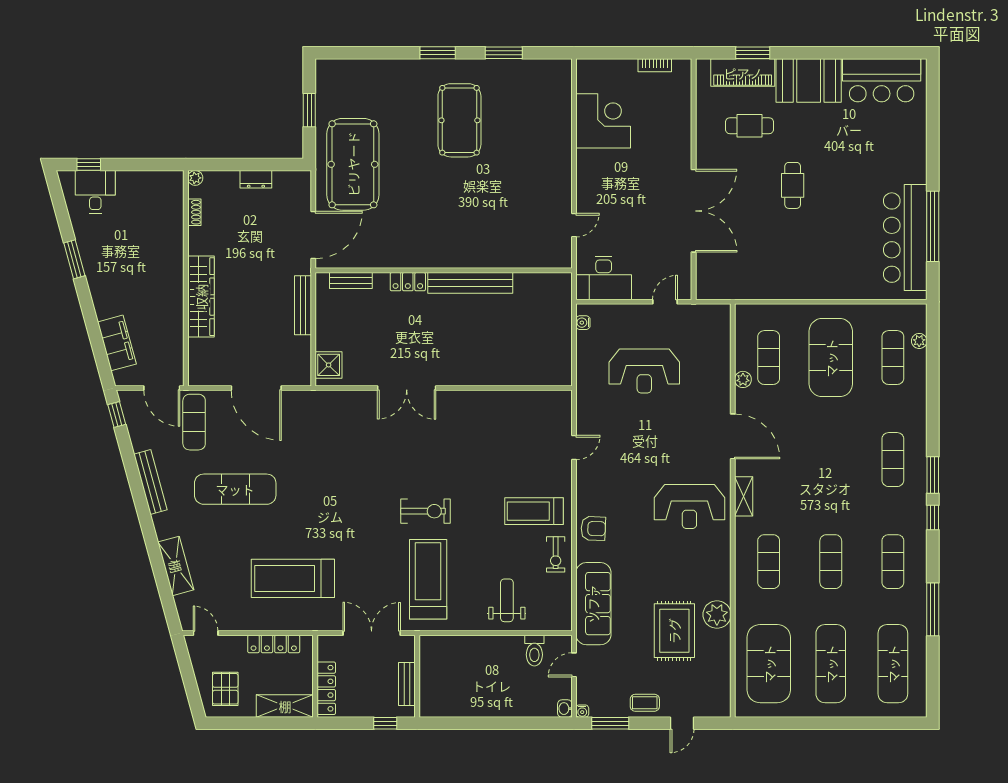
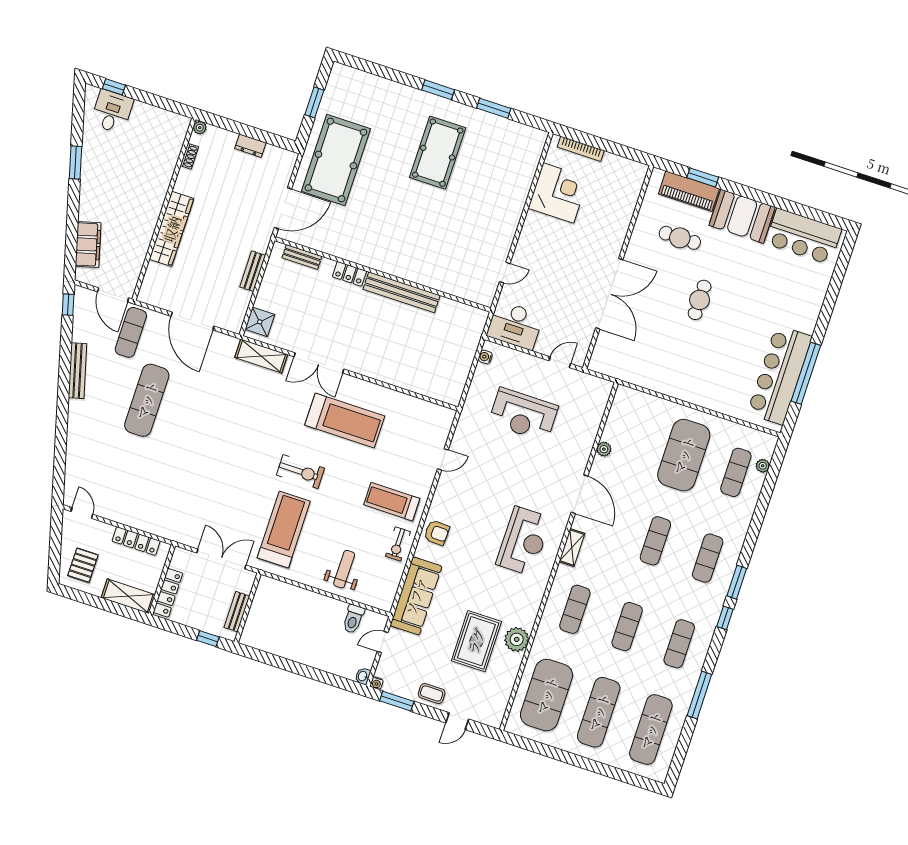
bookcase: (655, 65) -> (581, 149), moved, width x1.56
bench: (303, 305) -> (253, 271), width x0.73
exercise mat: (769, 358) -> (655, 541), moved
exercise mat: (235, 489) -> (147, 400), turned 90
reception desk: (689, 506) -> (524, 541), turned -90
shelving: (176, 566) -> (261, 356), moved, turned -75
treadmill: (293, 578) -> (345, 421), moved, turned 180

